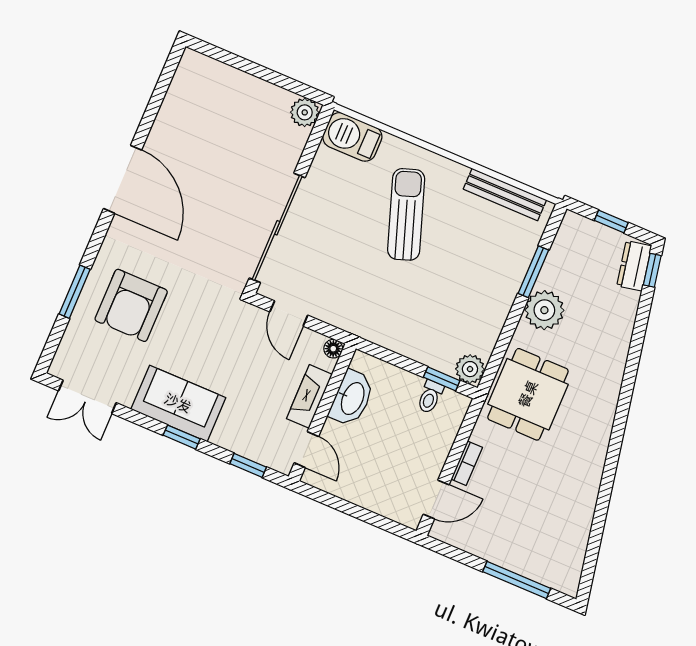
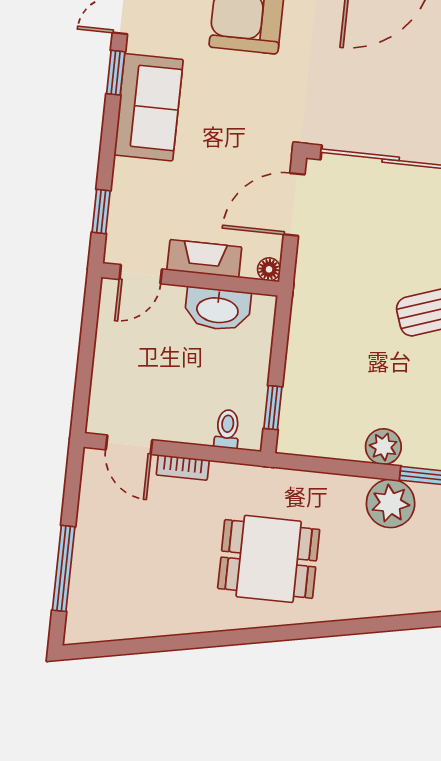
door: (289, 314) -> (294, 204), width x1.38
plant: (470, 369) -> (383, 447), moved
dining table: (528, 394) -> (269, 559), moved
toilet: (430, 397) -> (227, 429), moved, turned 90
window: (182, 437) -> (116, 73), moved

